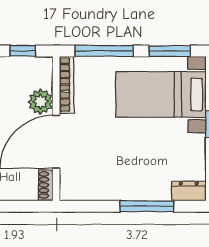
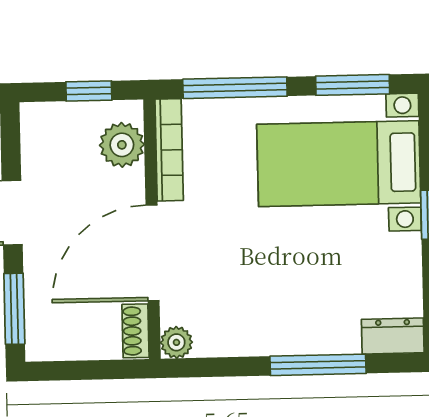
plant: (40, 102) -> (122, 145), moved
plant: (68, 192) -> (176, 342), added

